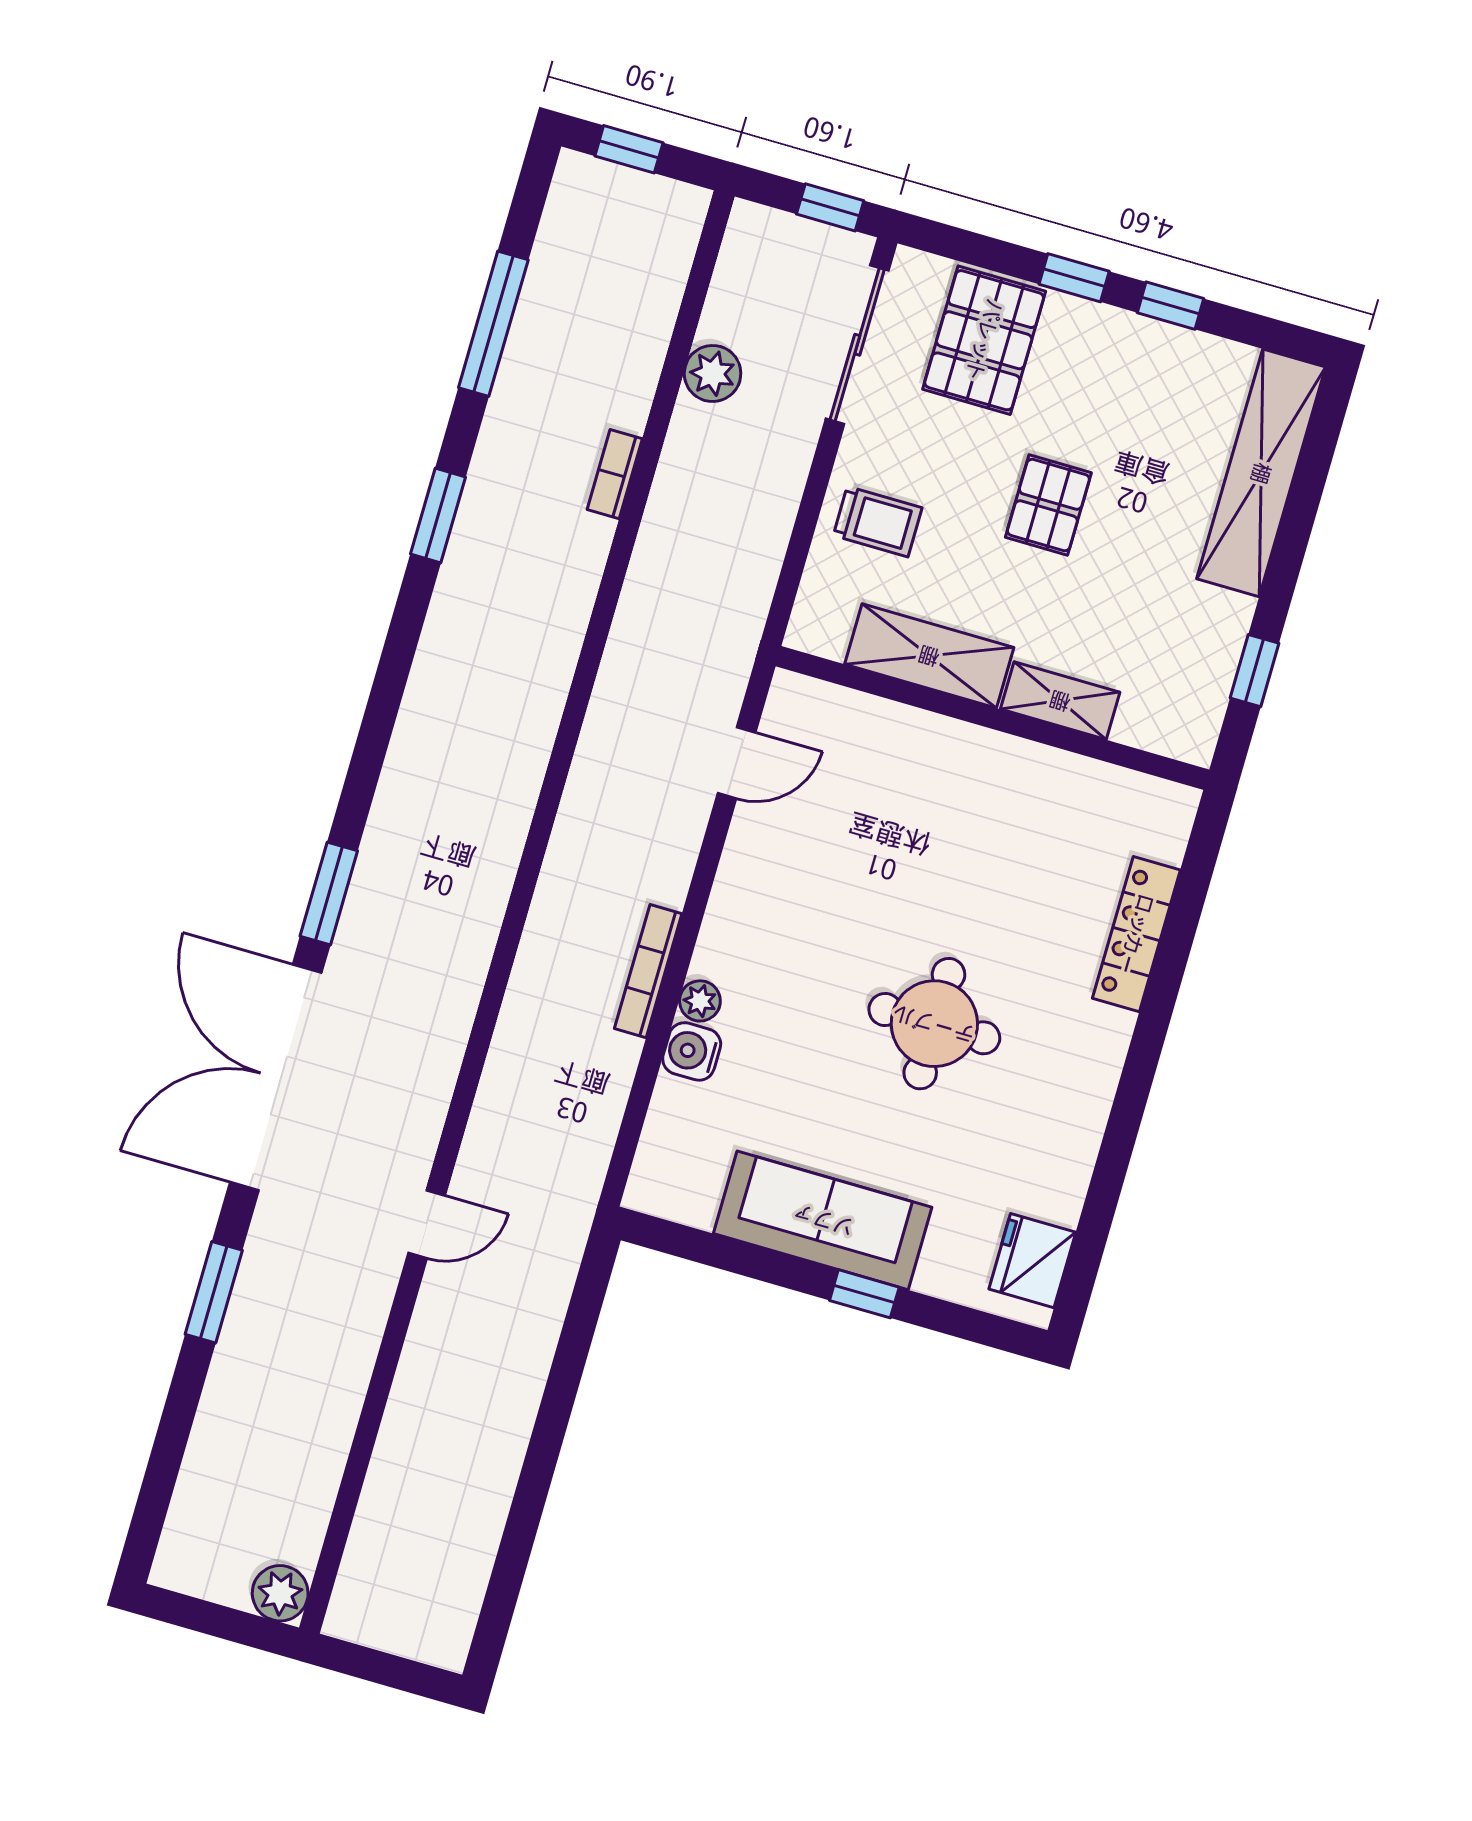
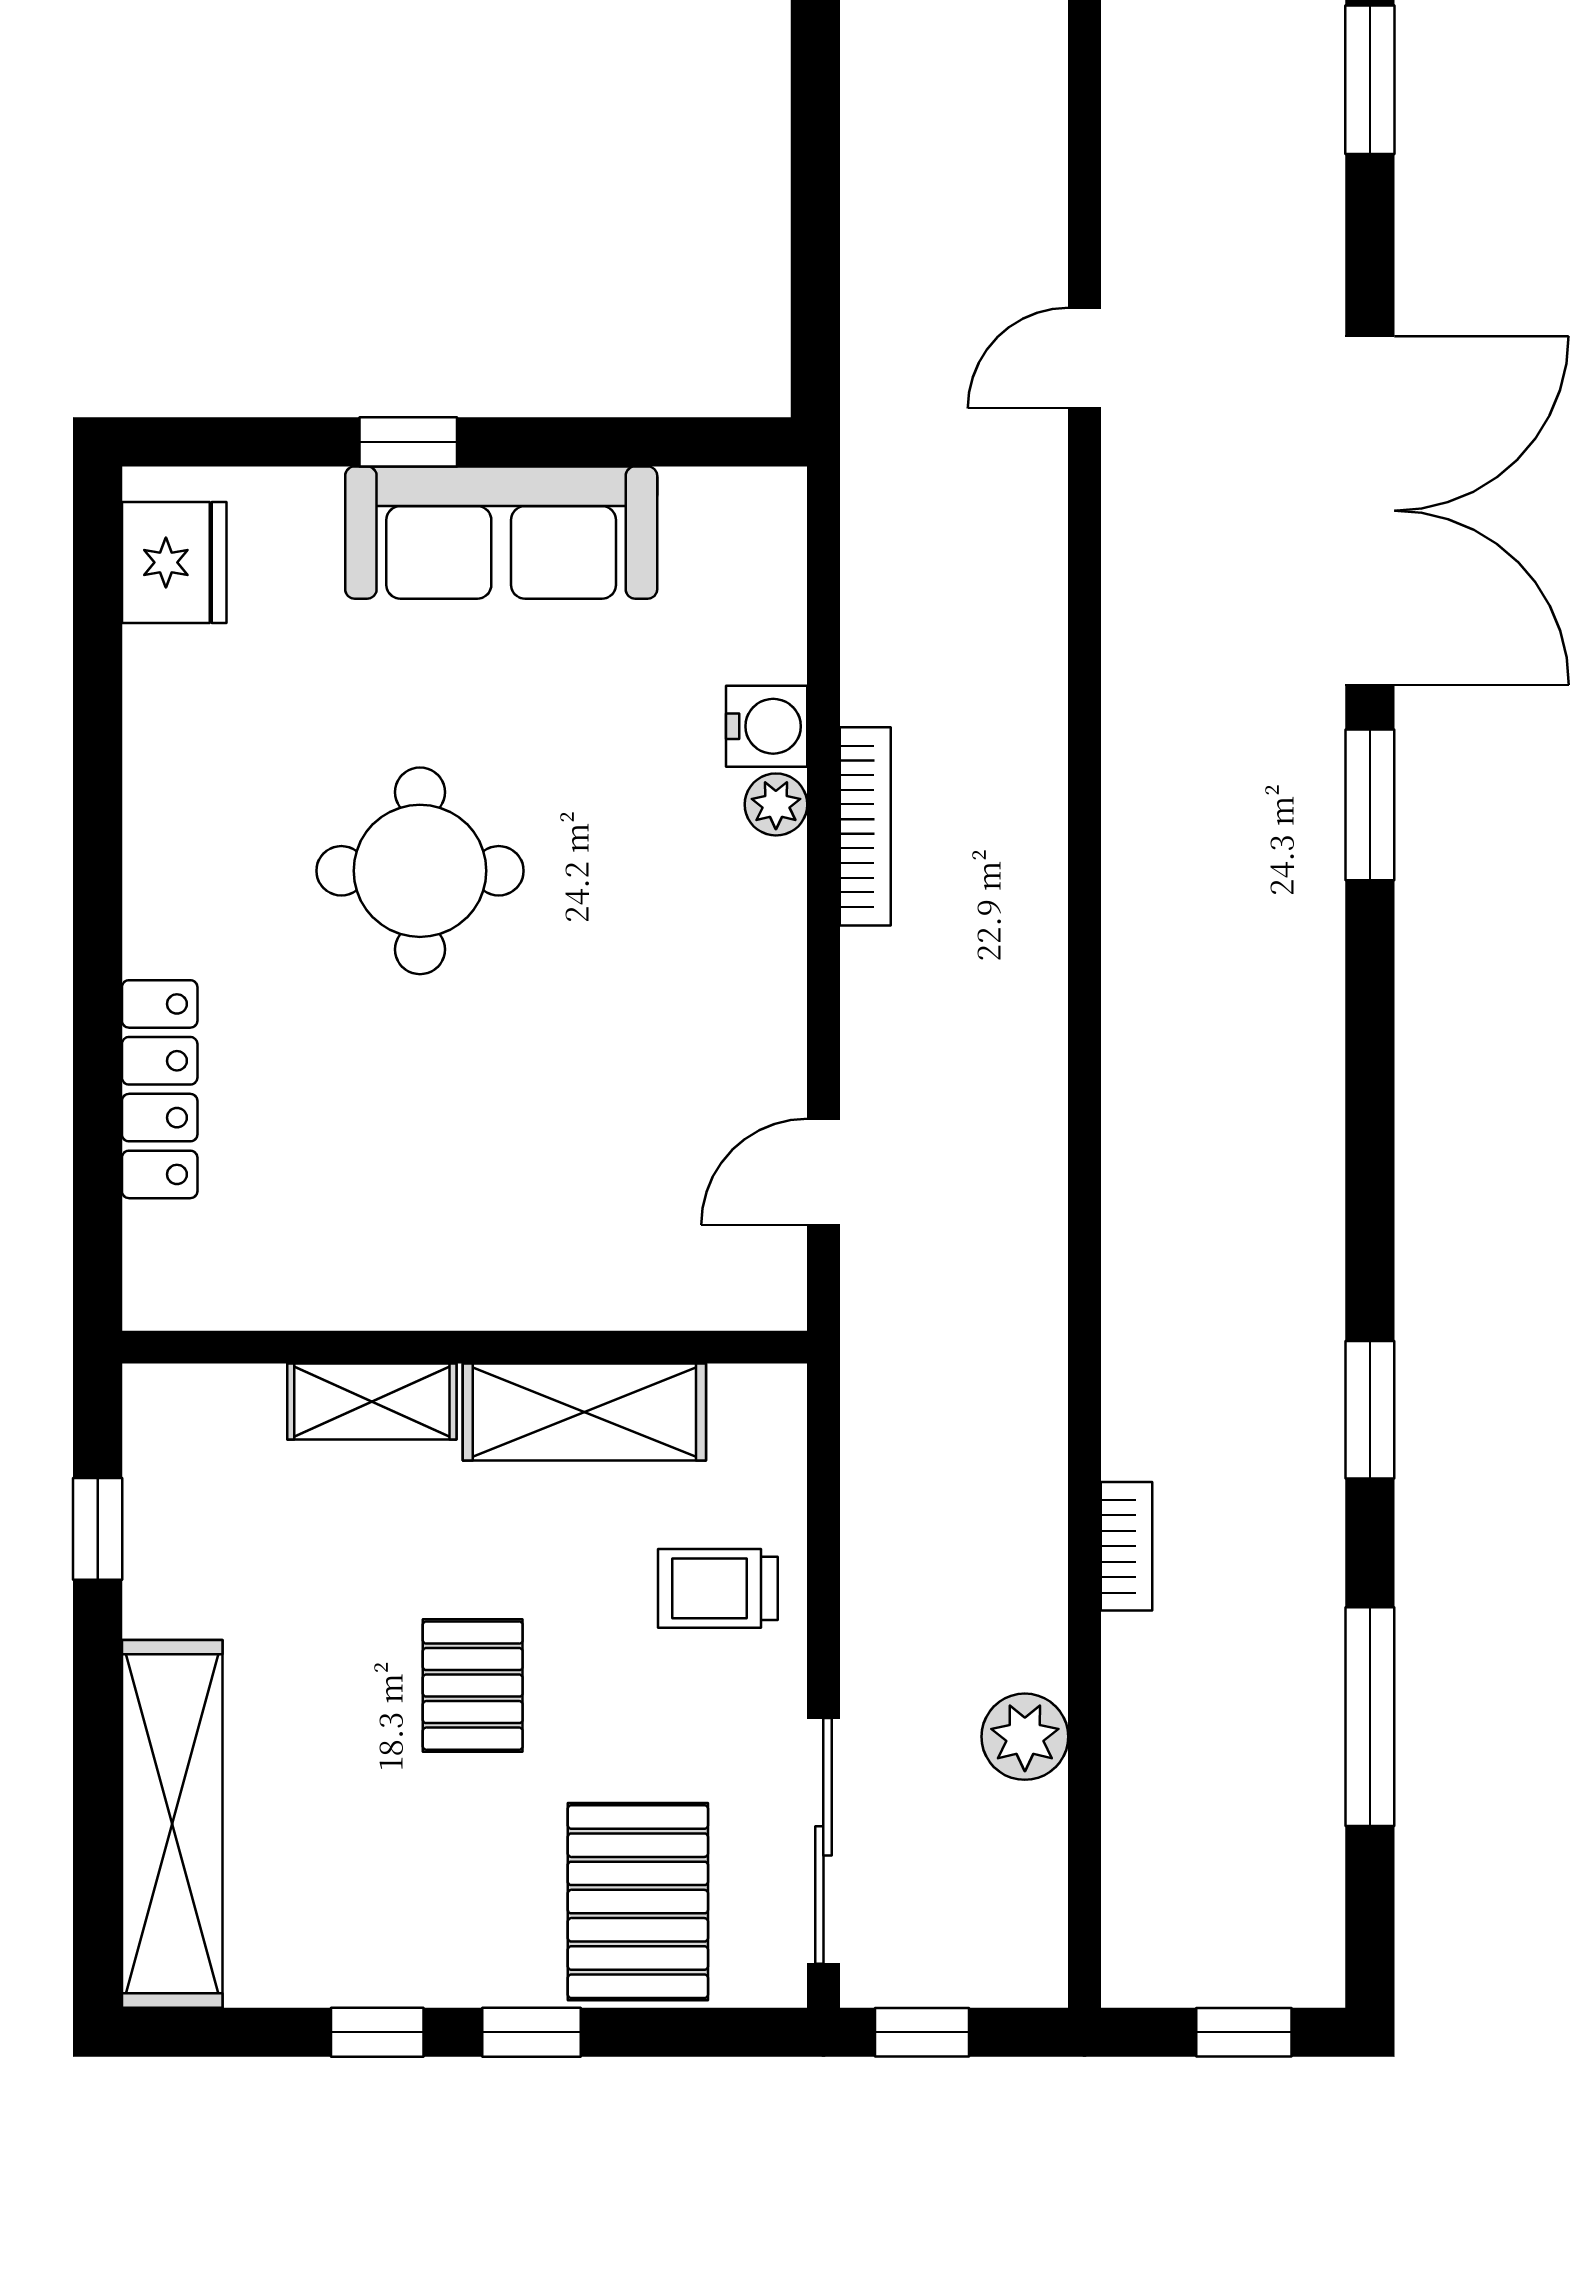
window: (214, 1292) -> (1370, 80), moved

